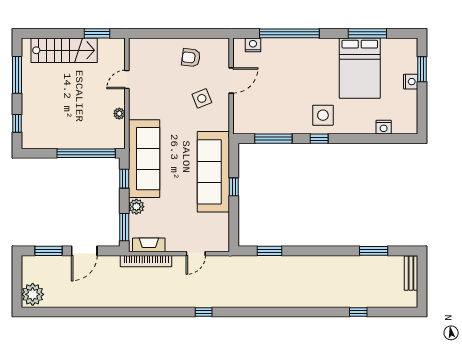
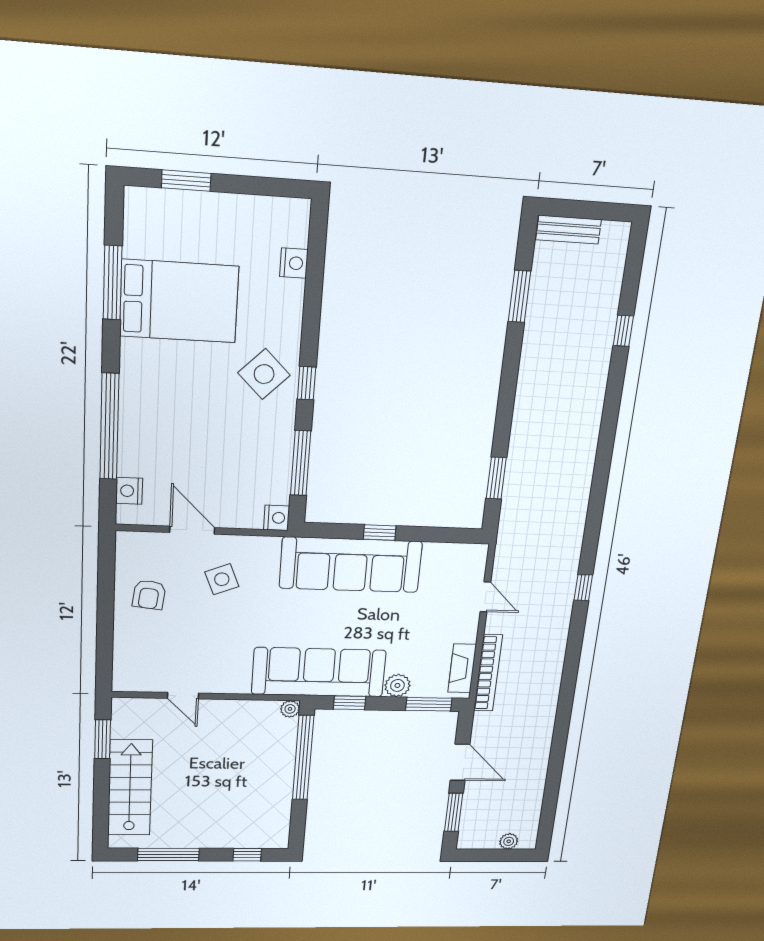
nightstand: (411, 82) -> (277, 518), moved, turned 90
plant: (119, 114) -> (290, 709), moved
side table: (323, 115) -> (264, 374), turned 45
plant: (33, 294) -> (509, 841), width x0.53, depth x0.53

